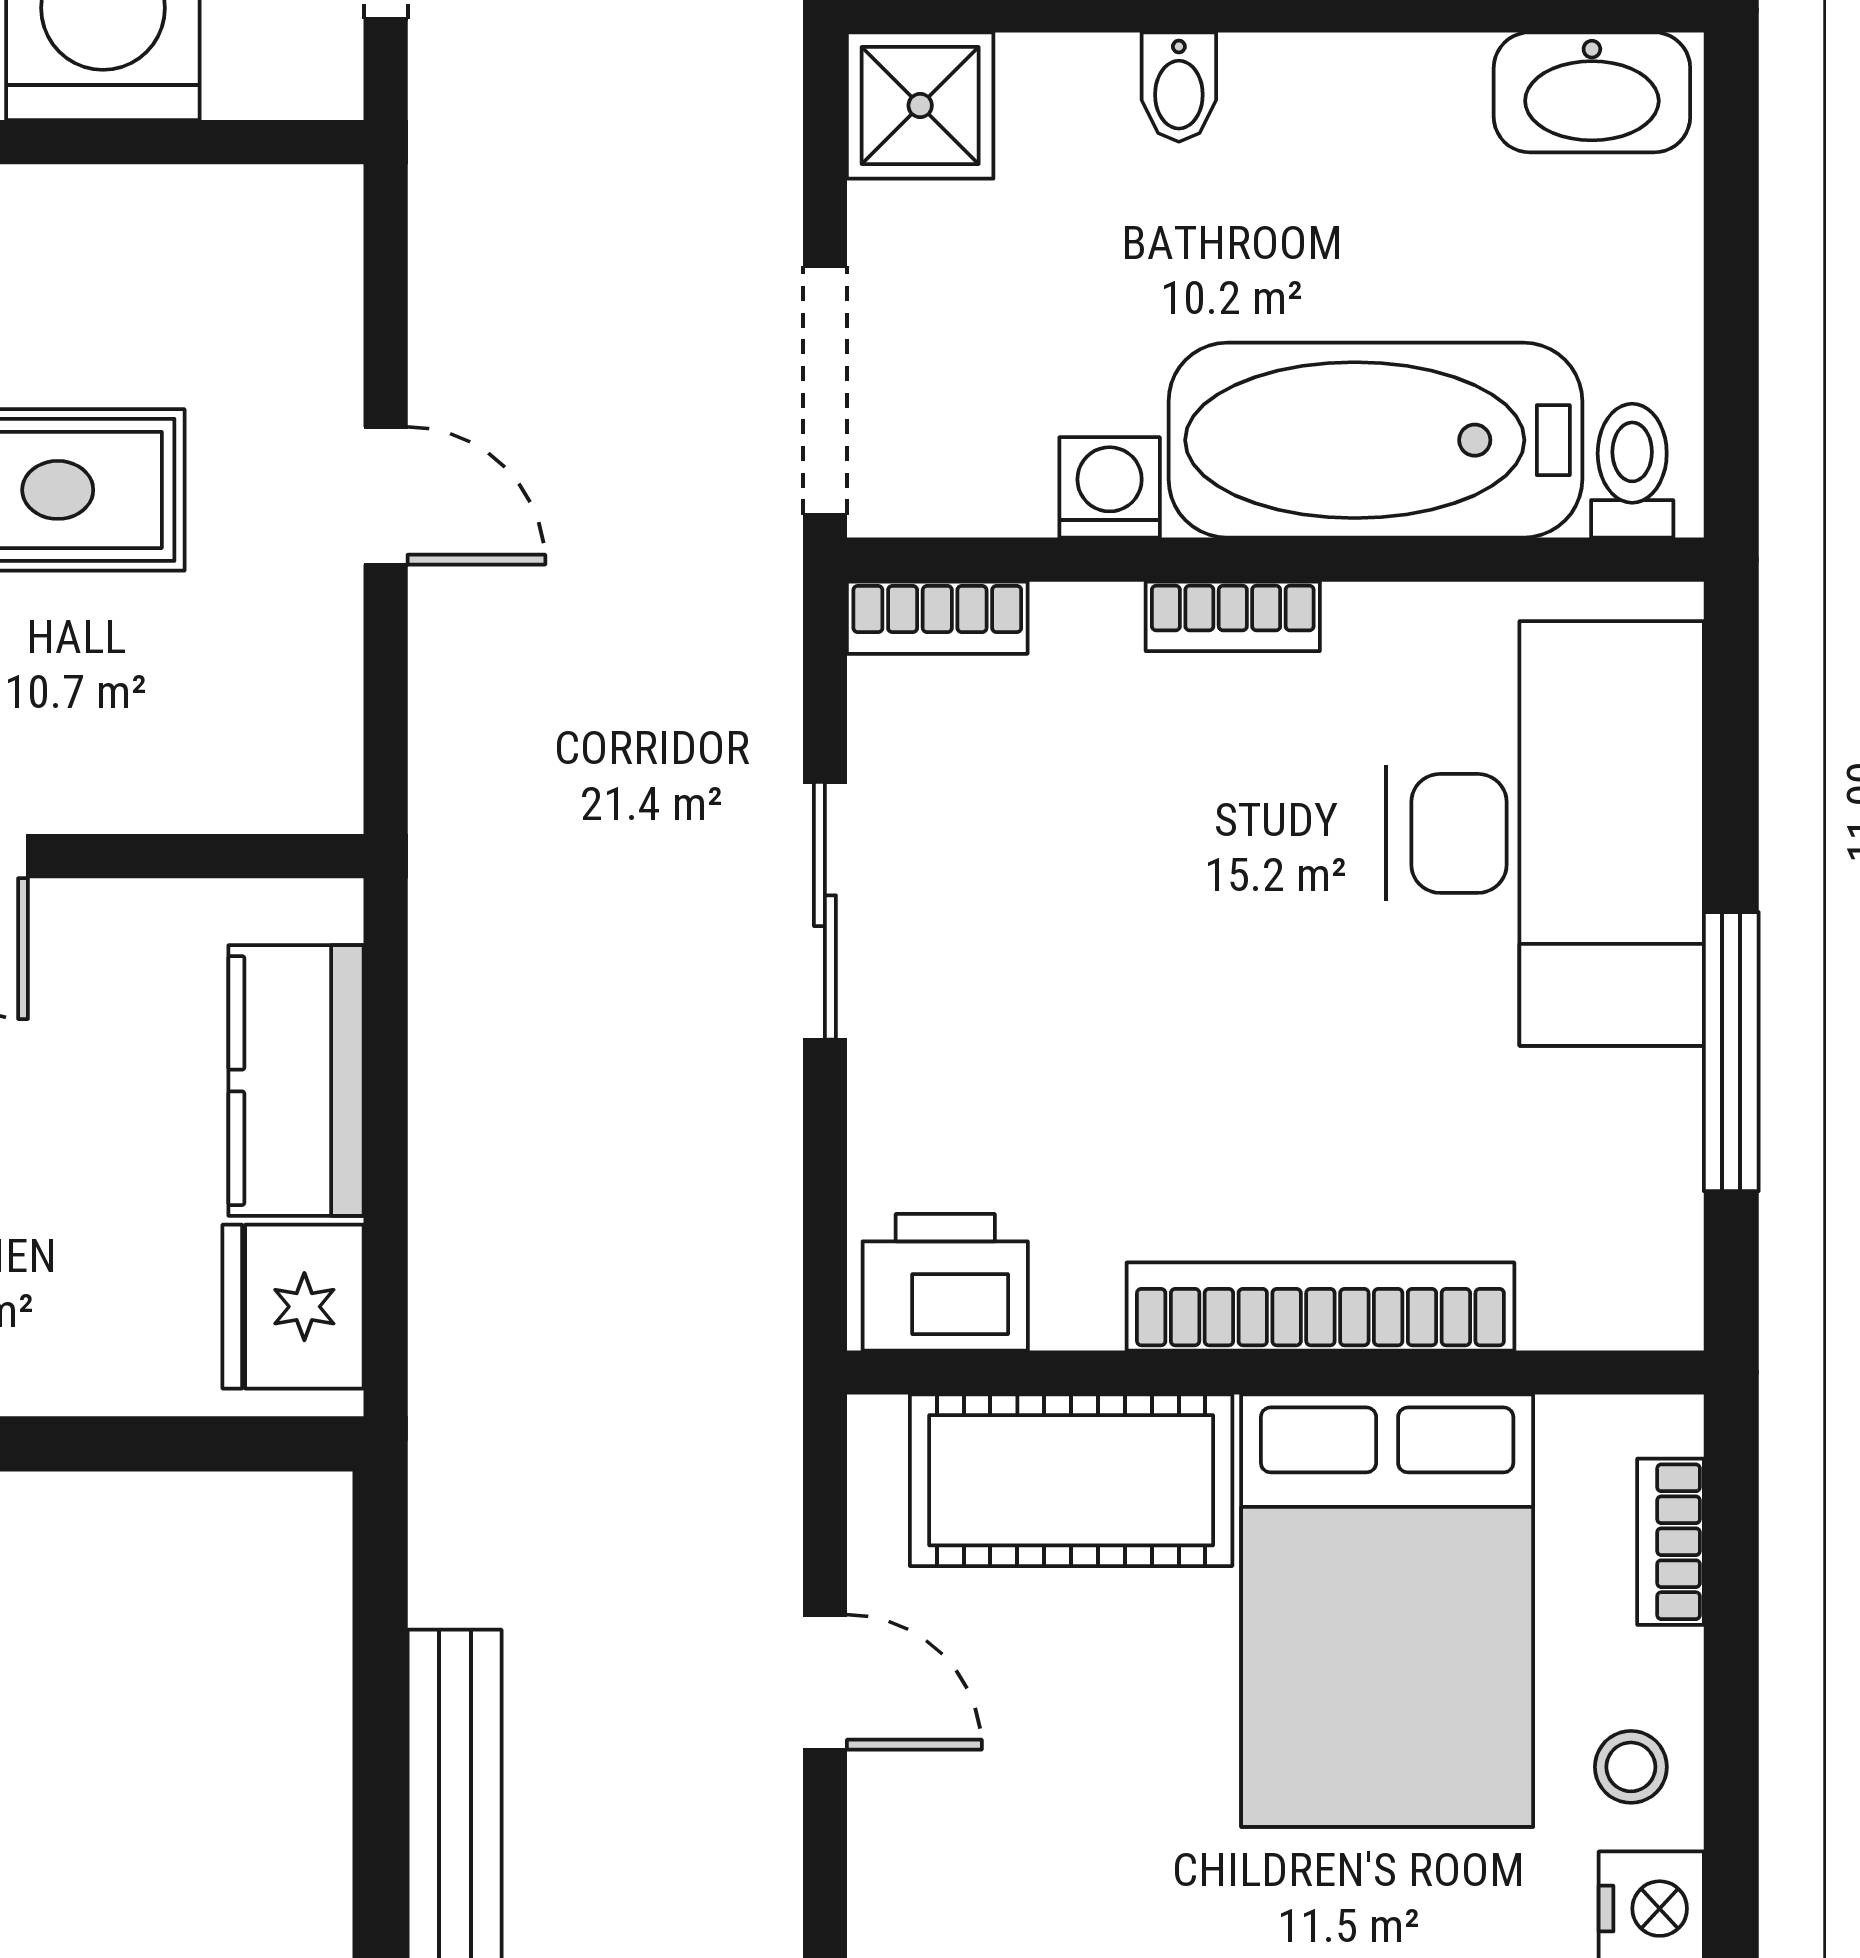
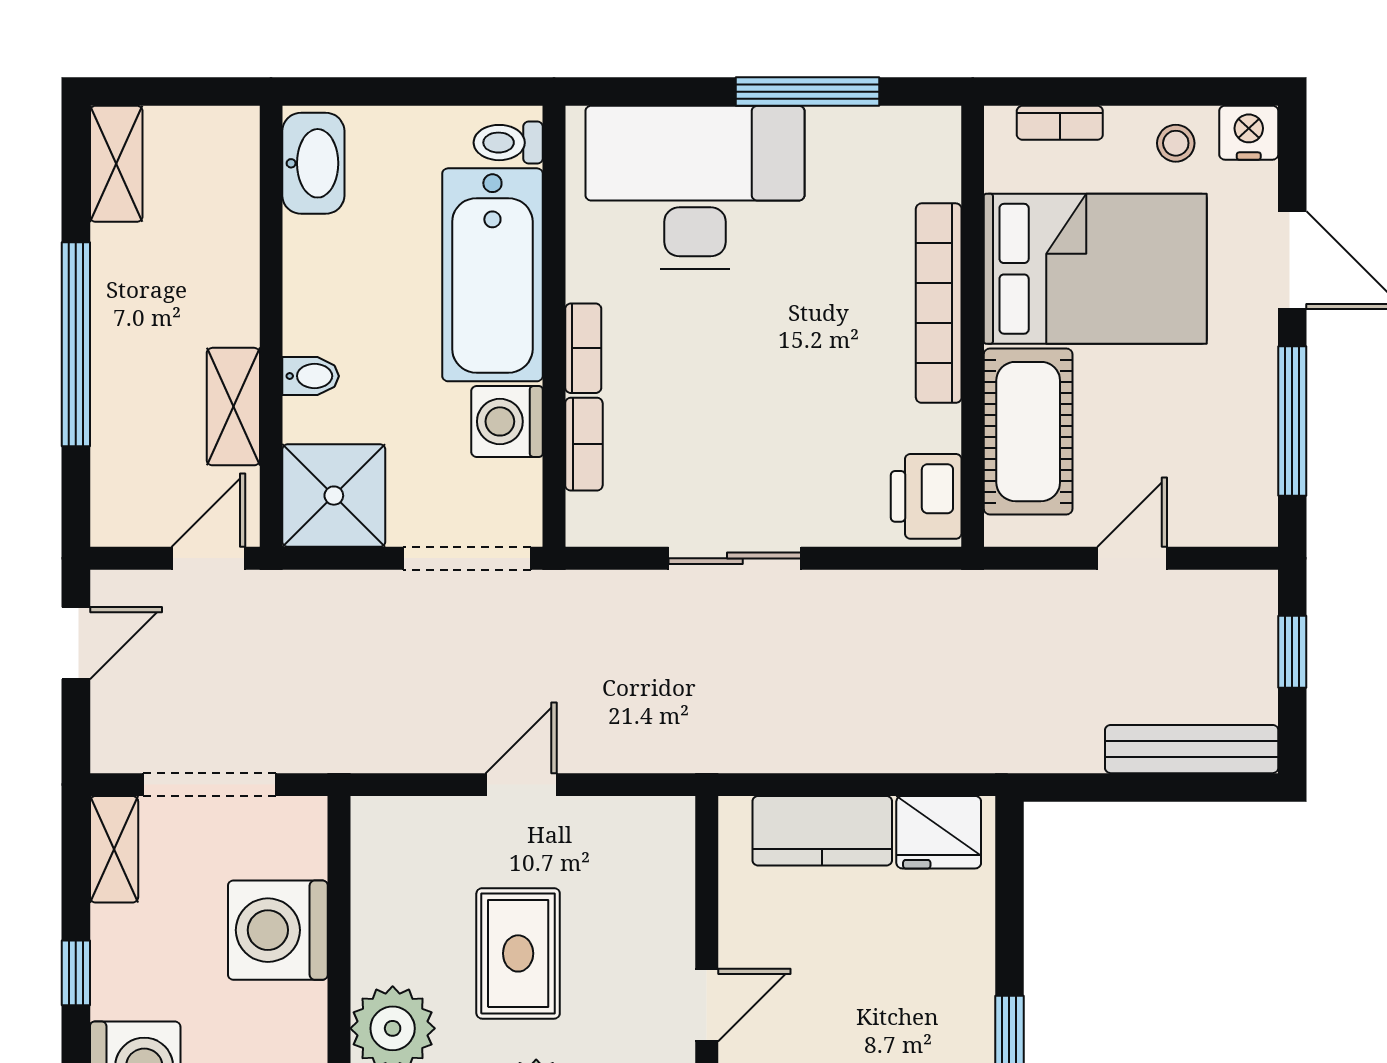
shower: (920, 105) -> (334, 496), width x1.36, depth x1.36
washing machine: (1110, 487) -> (507, 421), width x1.38, depth x1.38
bookcase: (937, 618) -> (584, 444), moved

